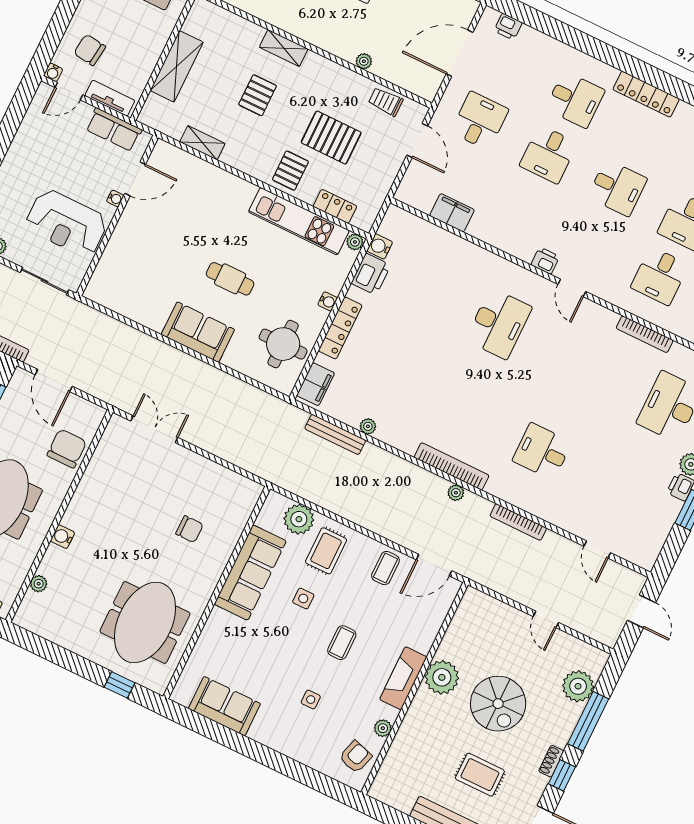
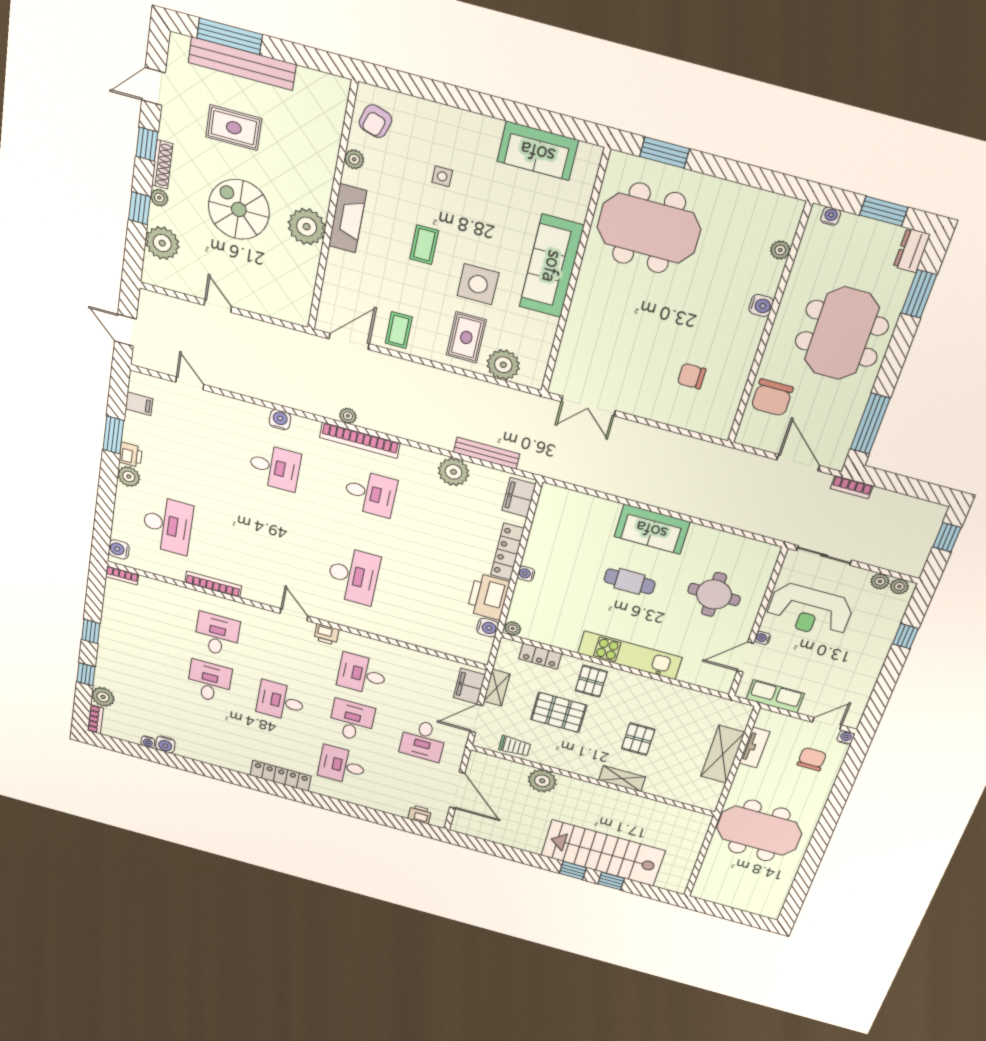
chair: (90, 50) -> (812, 759), turned -97
door: (460, 53) -> (457, 790), hinge flipped
plant: (364, 61) -> (542, 781), width x1.87, depth x1.87
tv unit: (110, 98) -> (754, 747), moved, turned -90
door: (417, 141) -> (476, 719), hinge flipped
shelving: (202, 143) -> (497, 688), moved, turned 90
desk: (522, 209) -> (362, 674), added
filing cabinet: (452, 213) -> (469, 686), moved, turned 90
kitchen unit: (299, 221) -> (630, 655), moved
reception desk: (66, 223) -> (810, 611), turned 180
printer: (371, 274) -> (488, 597), width x1.37, depth x1.19
desk: (499, 324) -> (353, 576), turned 180
round table: (283, 344) -> (714, 594), moved
desk: (457, 410) -> (370, 493), added
plant: (368, 426) -> (454, 472), width x1.87, depth x1.87
double door: (154, 429) -> (588, 406), moved
water cooler: (522, 499) -> (280, 420), added
bookcase: (518, 522) -> (277, 397), removed
chair: (190, 529) -> (692, 376), moved
filing cabinet: (654, 537) -> (139, 404), added
sofa: (250, 573) -> (551, 266), moved
side table: (303, 599) -> (478, 284), width x1.87, depth x1.87
meeting table: (145, 622) -> (649, 228), turned 90
window: (119, 685) -> (665, 153), width x1.50
window: (588, 721) -> (139, 208), width x0.46
plant: (567, 727) -> (159, 198), added
shoe rack: (551, 761) -> (162, 164), width x1.43

